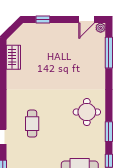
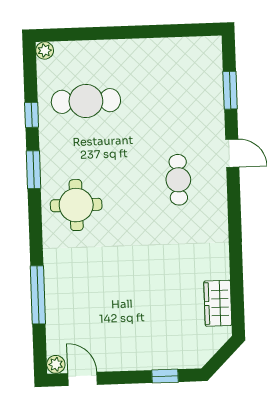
door: (87, 19) -> (83, 379), hinge flipped
window: (109, 53) -> (38, 295), moved

